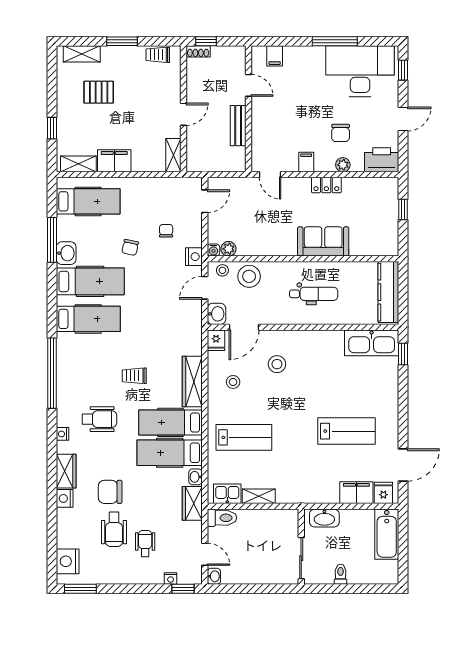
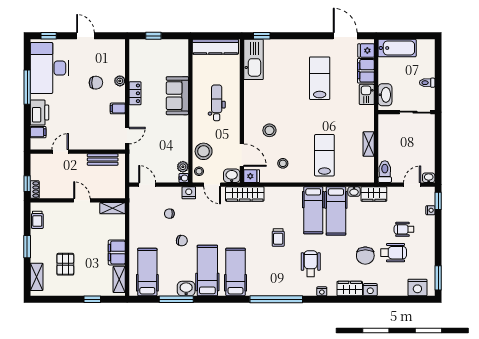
bench: (238, 126) -> (103, 160), moved
printer: (382, 160) -> (39, 113), moved, turned 180
wardrobe: (192, 381) -> (245, 194), moved
kitchen sink: (227, 494) -> (367, 94), moved

